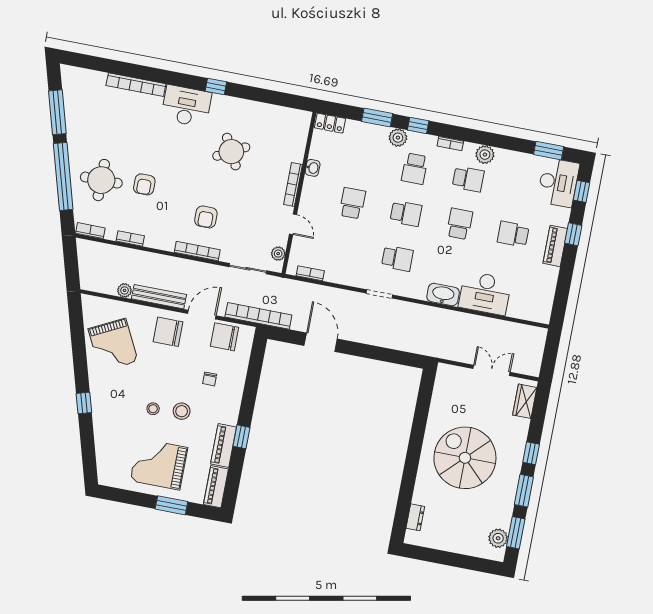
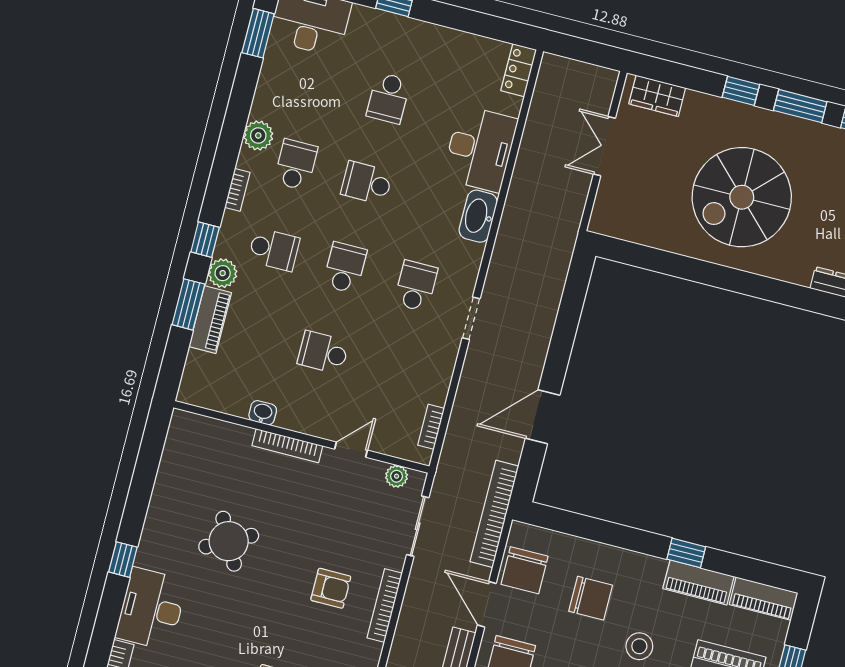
locker: (330, 123) -> (519, 70), moved, turned 180
piano: (555, 246) -> (210, 320), moved, turned -90
chair: (210, 379) -> (591, 598), width x1.87, depth x1.87

